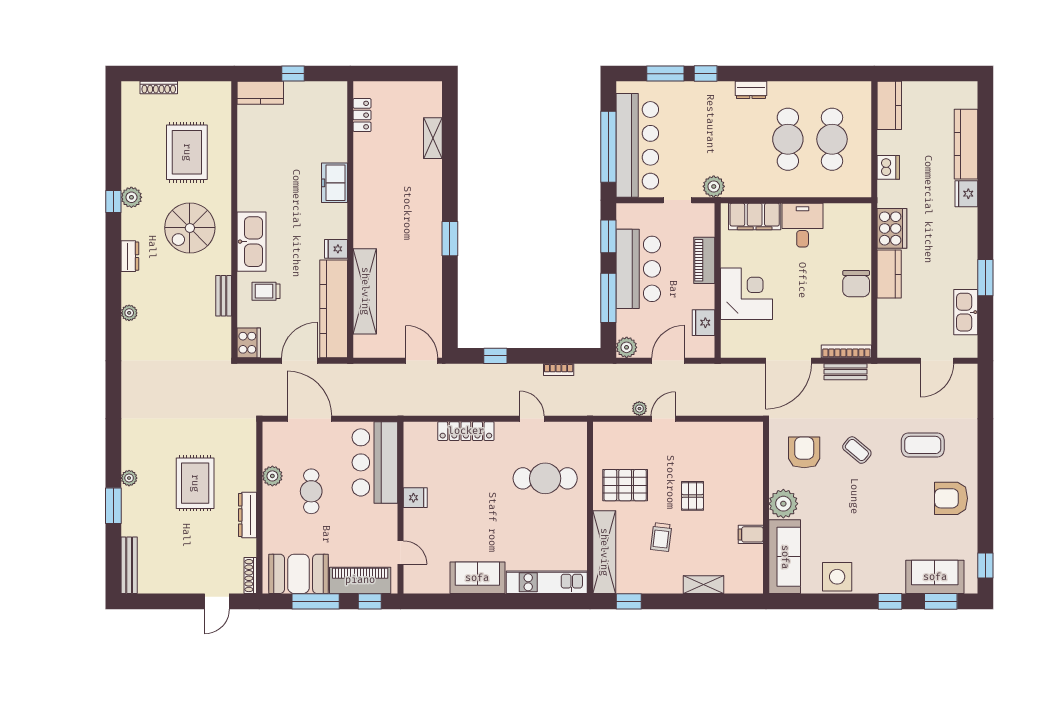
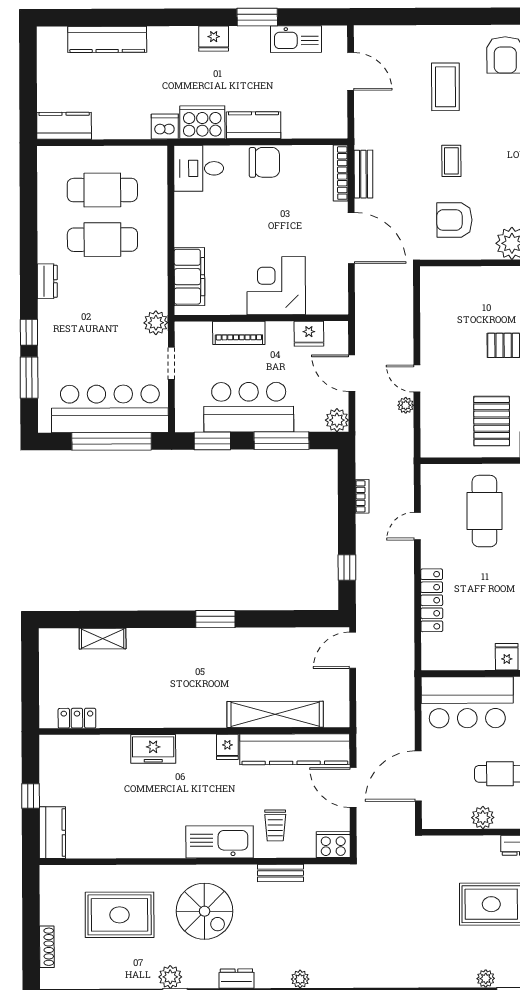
dishwasher: (888, 167) -> (165, 127), moved
fridge: (966, 194) -> (214, 39), moved
desk: (803, 225) -> (199, 168), moved
coffee table: (857, 450) -> (451, 161), turned -40

